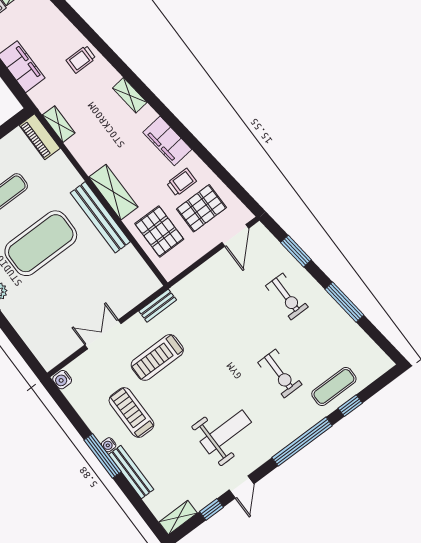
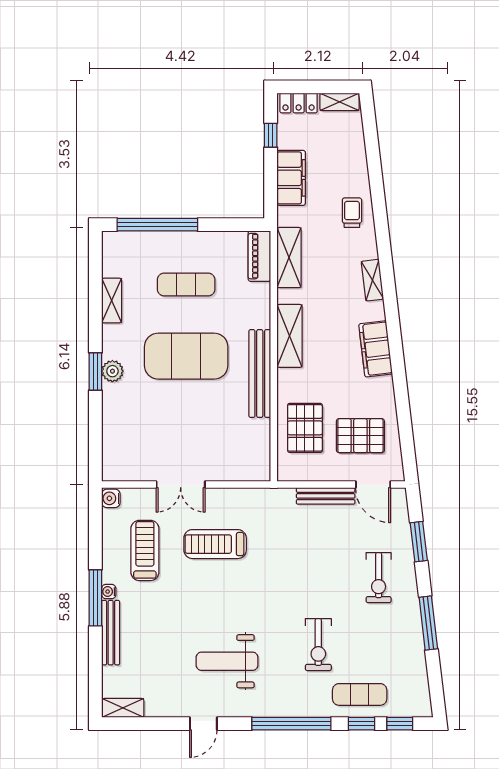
trolley: (81, 59) -> (352, 213), turned 90
shelving: (59, 124) -> (289, 258), width x1.50, depth x1.33
trolley: (182, 182) -> (360, 397), removed
shelving: (113, 192) -> (290, 336), moved
door: (235, 235) -> (373, 485), hinge flipped
bench: (158, 306) -> (326, 496), moved, width x1.36
double door: (103, 334) -> (181, 485), swing flipped
treadmill: (131, 412) -> (145, 550), moved
weight bench: (226, 432) -> (227, 661), turned 180
window: (212, 509) -> (400, 724), moved

